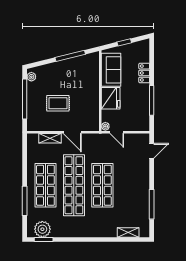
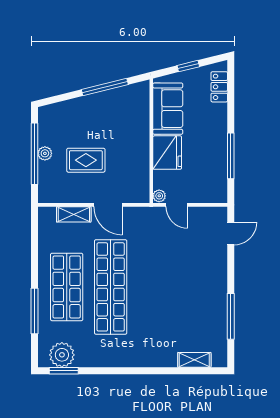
locker: (144, 73) -> (219, 87), moved
plant: (31, 77) -> (45, 153), moved
shop shelf: (102, 185) -> (155, 287), removed

